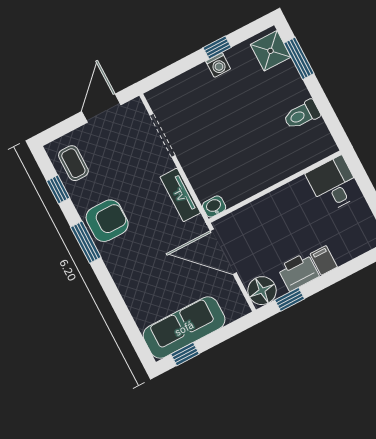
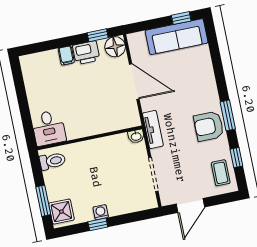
desk: (334, 184) -> (49, 128), moved
wall: (275, 187) -> (90, 138), moved
washbasin: (214, 207) -> (136, 136), moved

